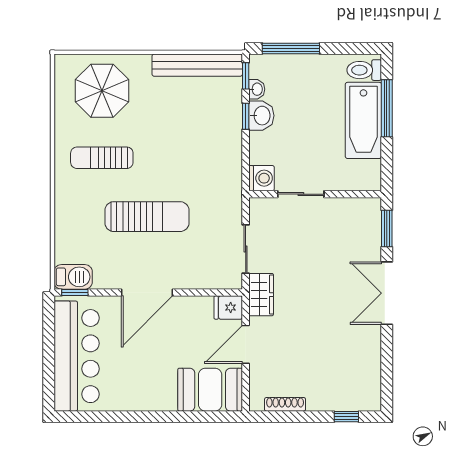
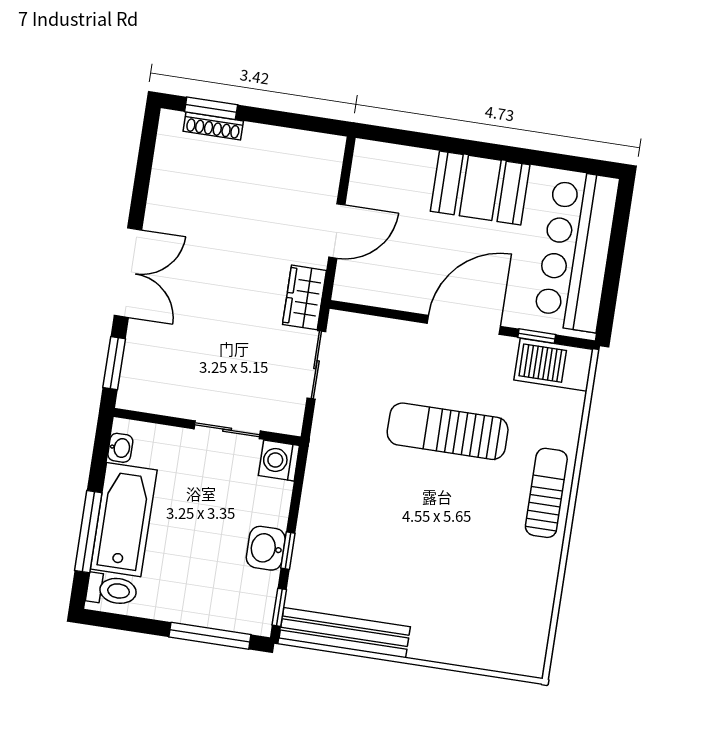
washbasin: (257, 89) -> (120, 448), moved, turned 180
parasol: (102, 91) -> (484, 617), removed
sun lounger: (102, 158) -> (546, 493), moved, turned -90
barbecue: (73, 277) -> (554, 365), width x1.37, depth x1.21
window: (75, 293) -> (537, 336), moved
fridge: (228, 308) -> (353, 286), removed
booth: (210, 390) -> (480, 188), moved
shoe rack: (285, 404) -> (213, 126), moved
window: (346, 417) -> (211, 108), width x1.50

